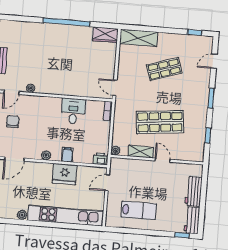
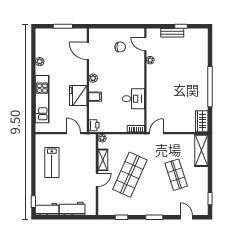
shop shelf: (160, 122) -> (130, 175), turned 30
kitchen unit: (65, 216) -> (42, 99), width x0.73

